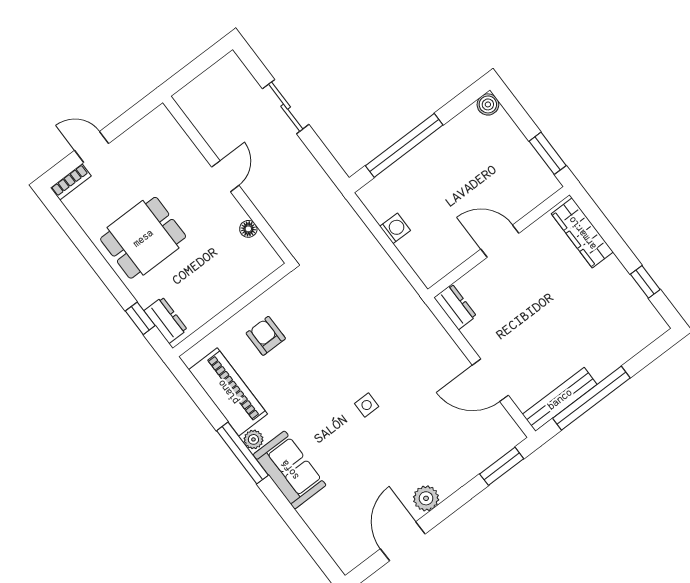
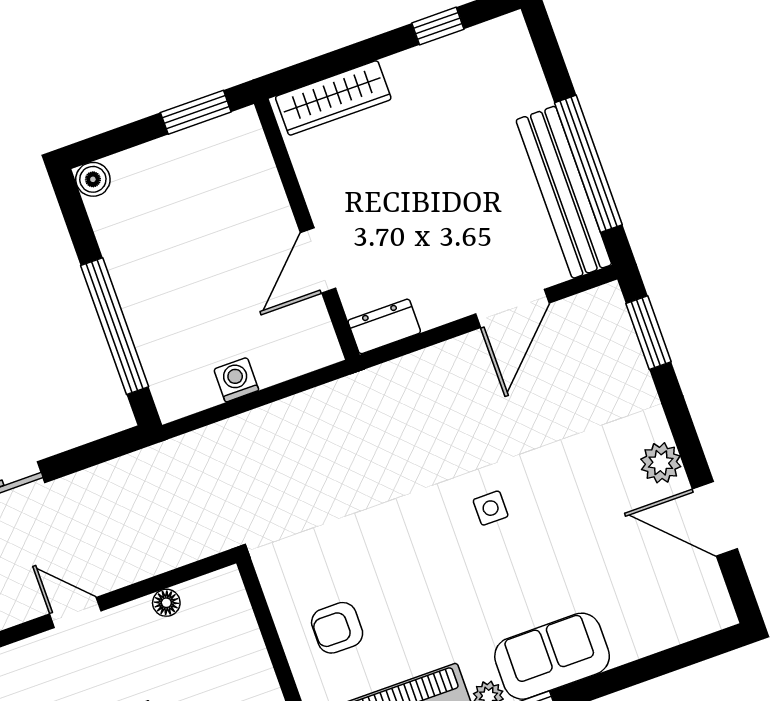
door: (500, 241) -> (318, 261), moved
bench: (560, 399) -> (564, 192), width x1.37, depth x1.21

